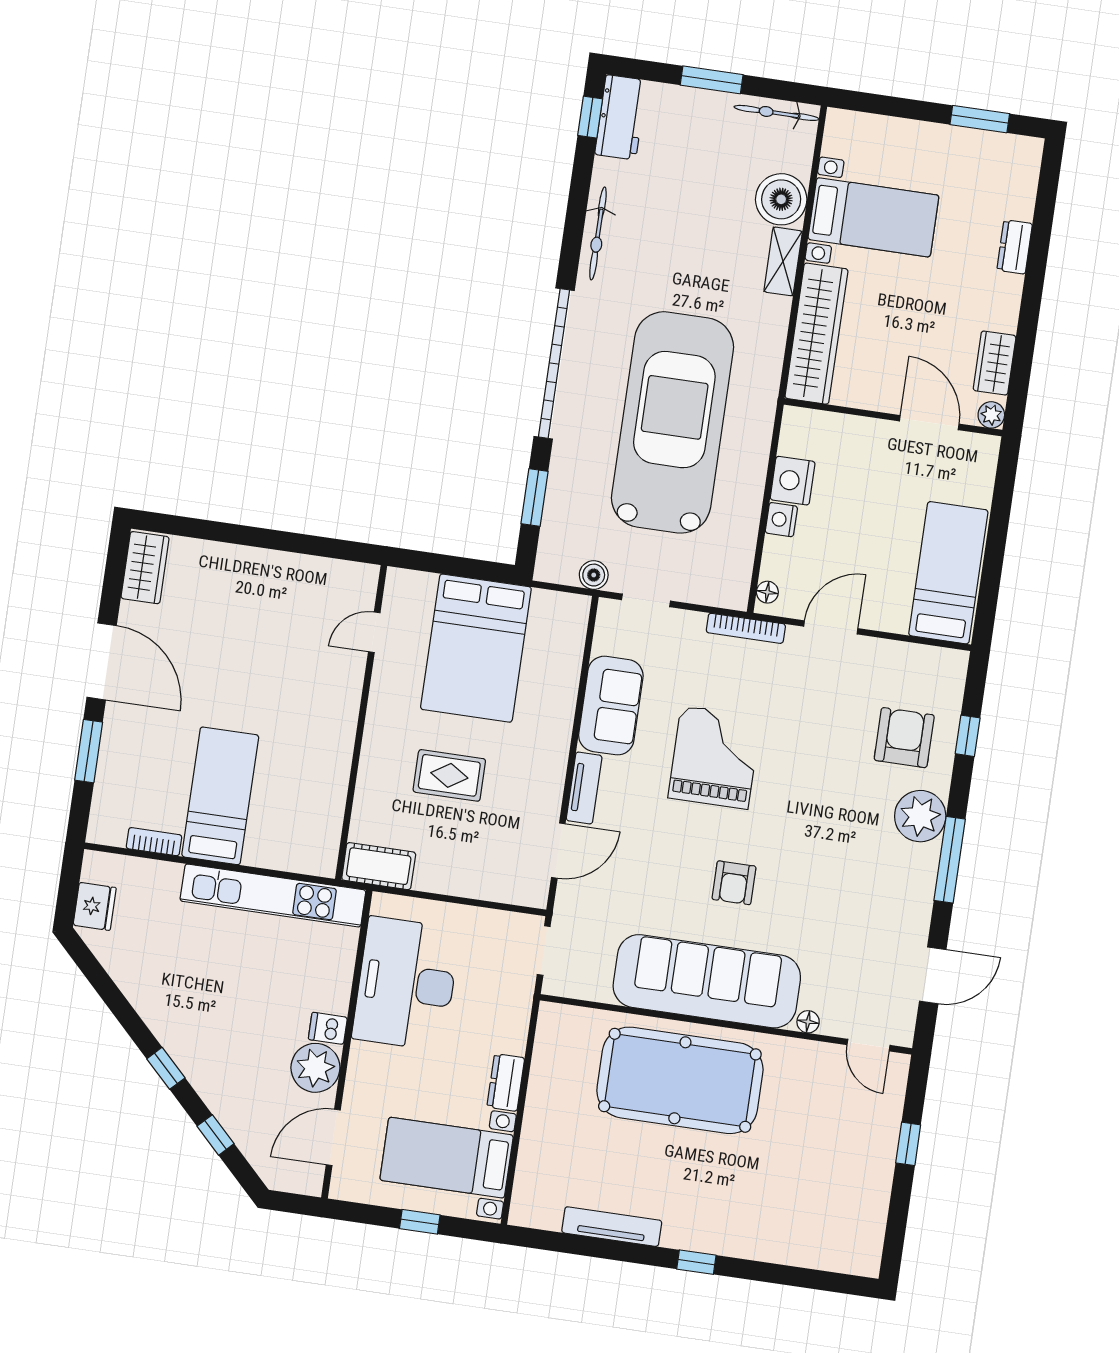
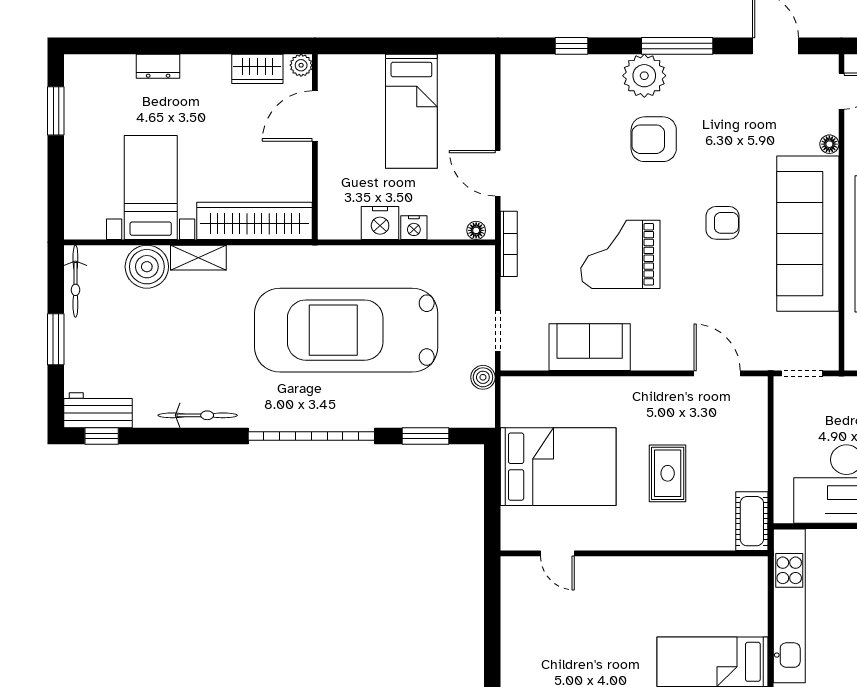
bed: (948, 573) -> (411, 111), moved, turned -90
armchair: (904, 738) -> (654, 139), moved
tv unit: (584, 788) -> (662, 359), removed

